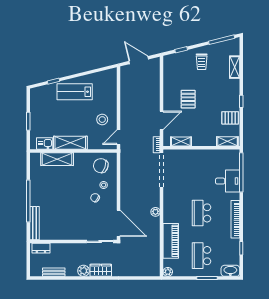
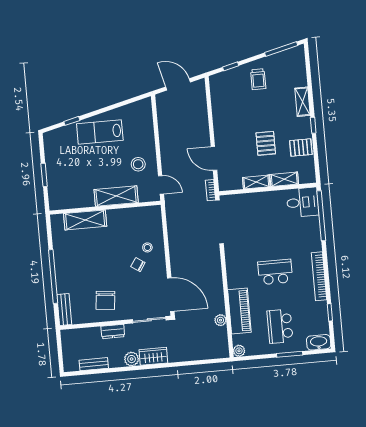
shelving: (235, 67) -> (303, 102), moved
pallet: (188, 99) -> (266, 143), moved
door: (162, 120) -> (214, 158), swing flipped
door: (119, 137) -> (161, 185), swing flipped
shelving: (227, 141) -> (284, 179), moved
shelving: (181, 142) -> (256, 182), moved
shelving: (70, 143) -> (116, 196), moved
kitchen sink: (45, 144) -> (68, 201), removed
chair: (101, 166) -> (105, 300), moved, turned -104
desk: (228, 181) -> (303, 202), moved
plant: (155, 212) -> (220, 320), moved
school desk: (201, 213) -> (275, 272), turned 90
bench: (34, 223) -> (64, 310), width x0.73
dresser: (41, 248) -> (113, 332), moved

